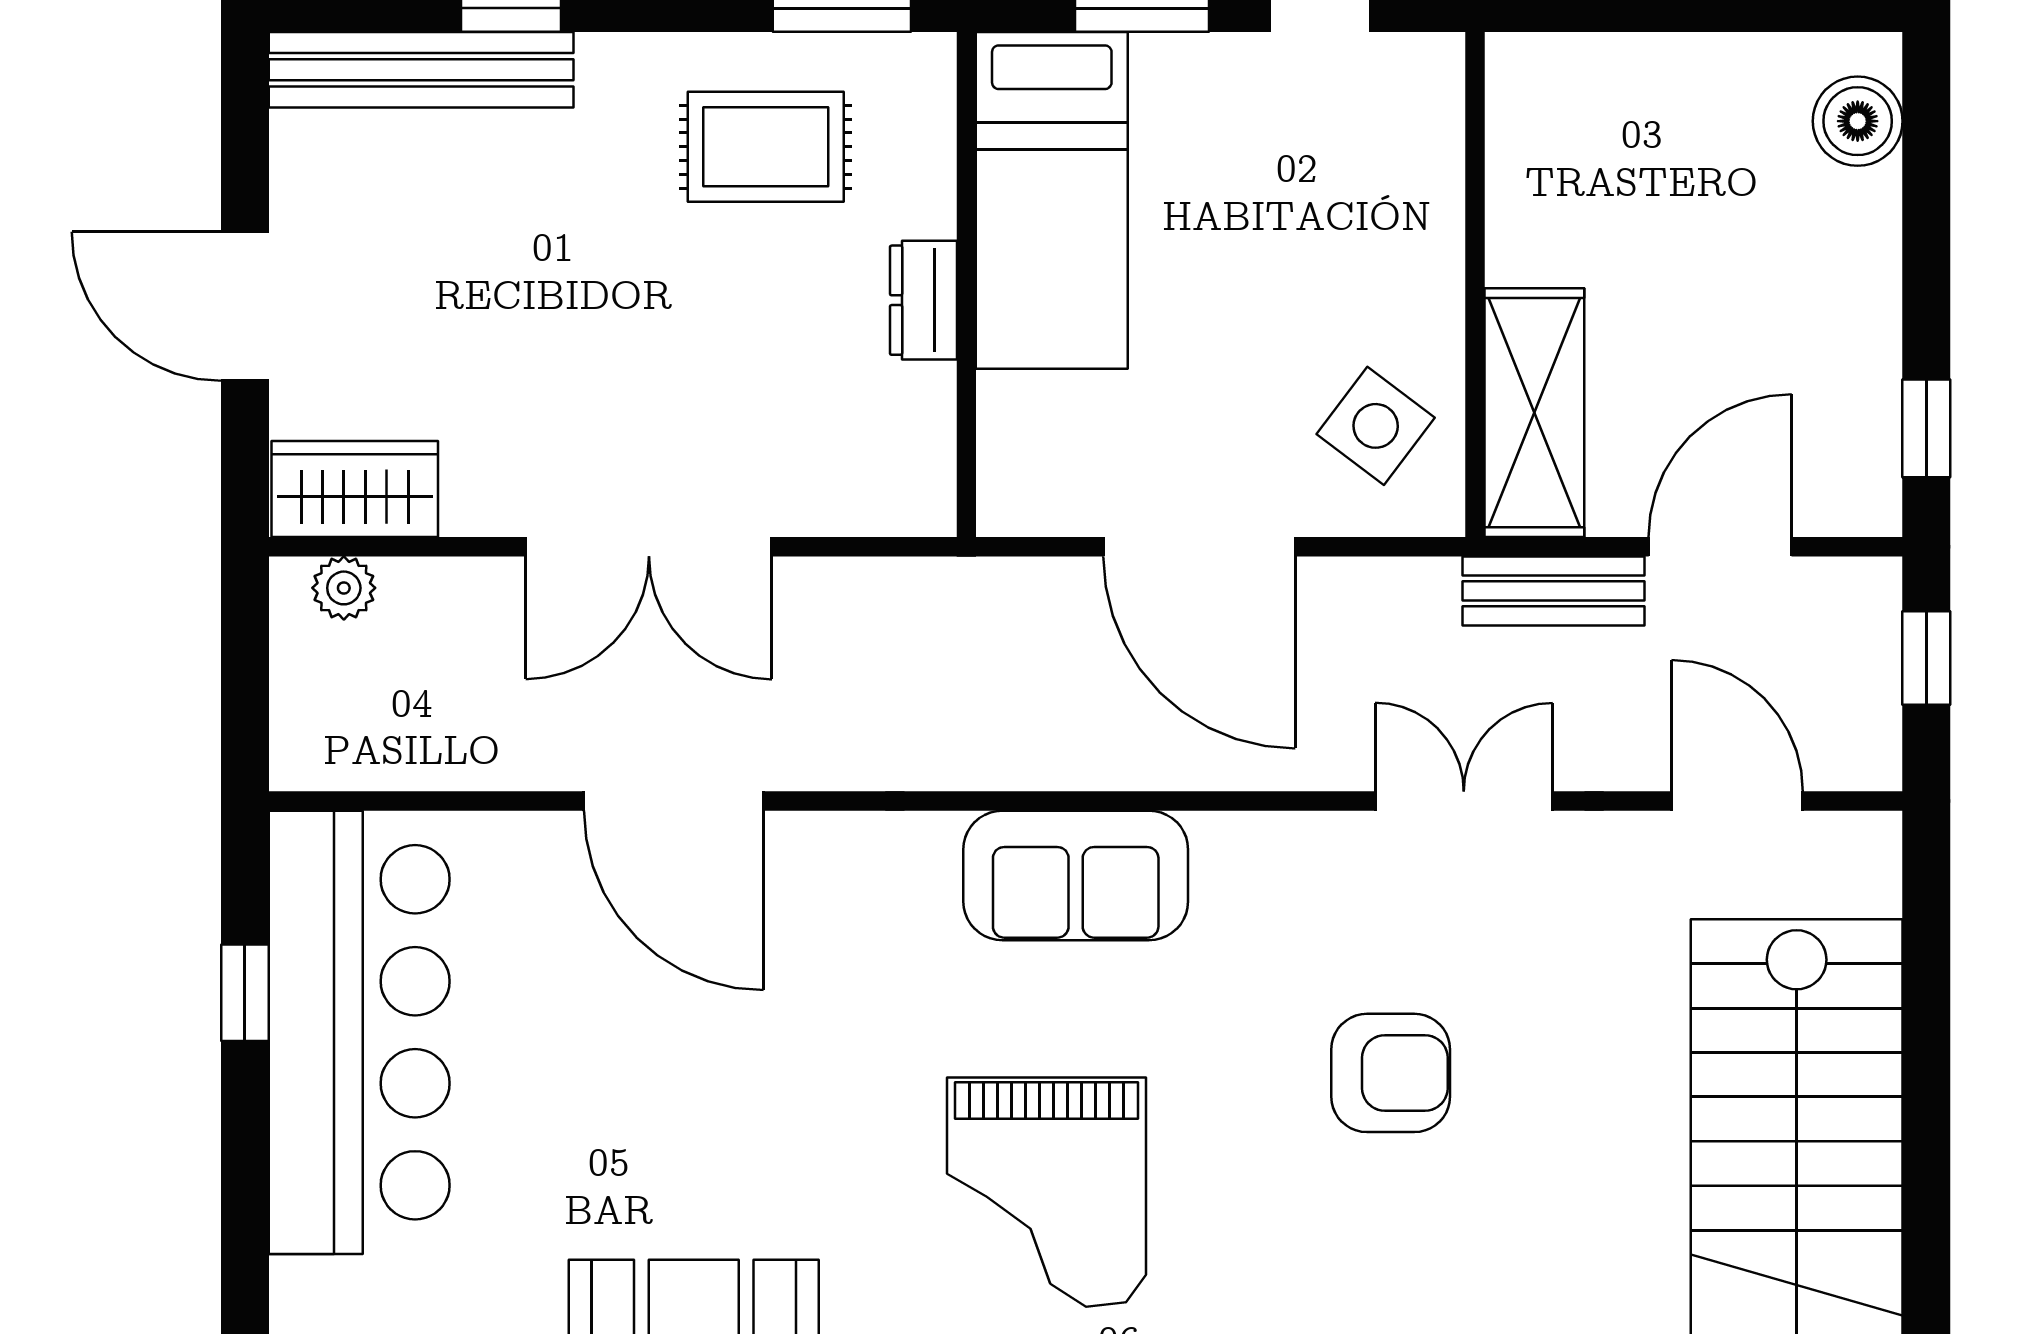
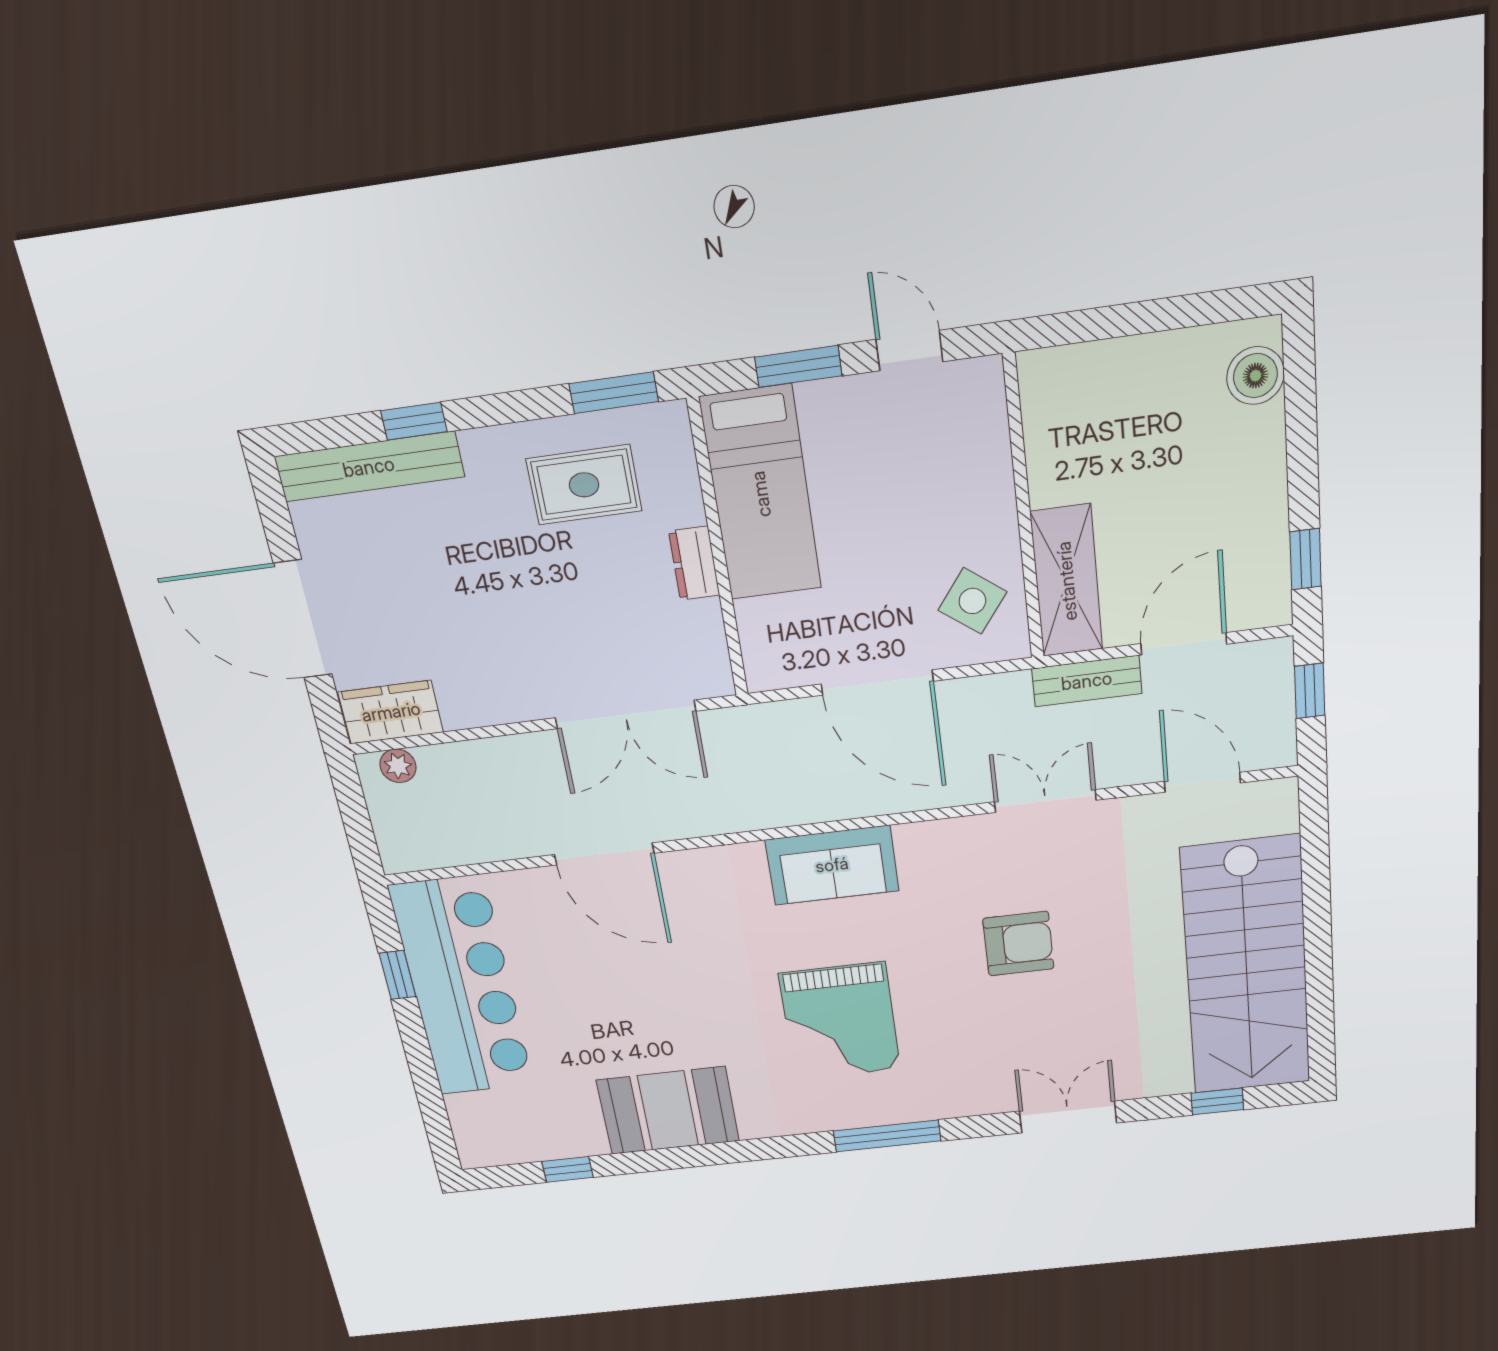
door: (245, 306) -> (303, 619), width x1.36
double door: (649, 547) -> (625, 714), moved

